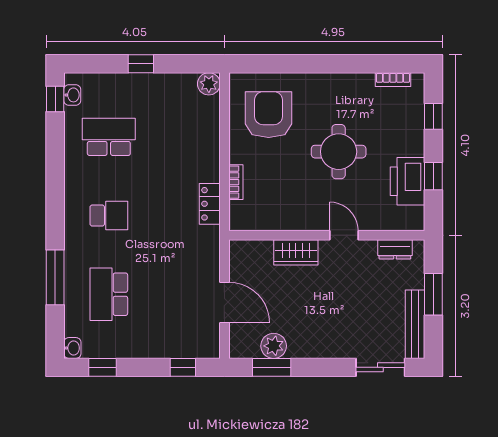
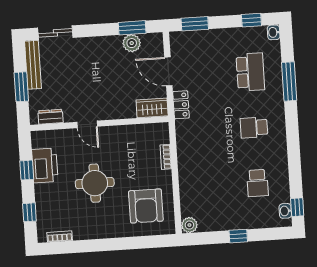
school desk: (109, 137) -> (258, 183), width x0.54
locker: (210, 204) -> (181, 105), moved
wardrobe: (296, 252) -> (152, 108), moved
window: (183, 367) -> (195, 24), width x1.50

